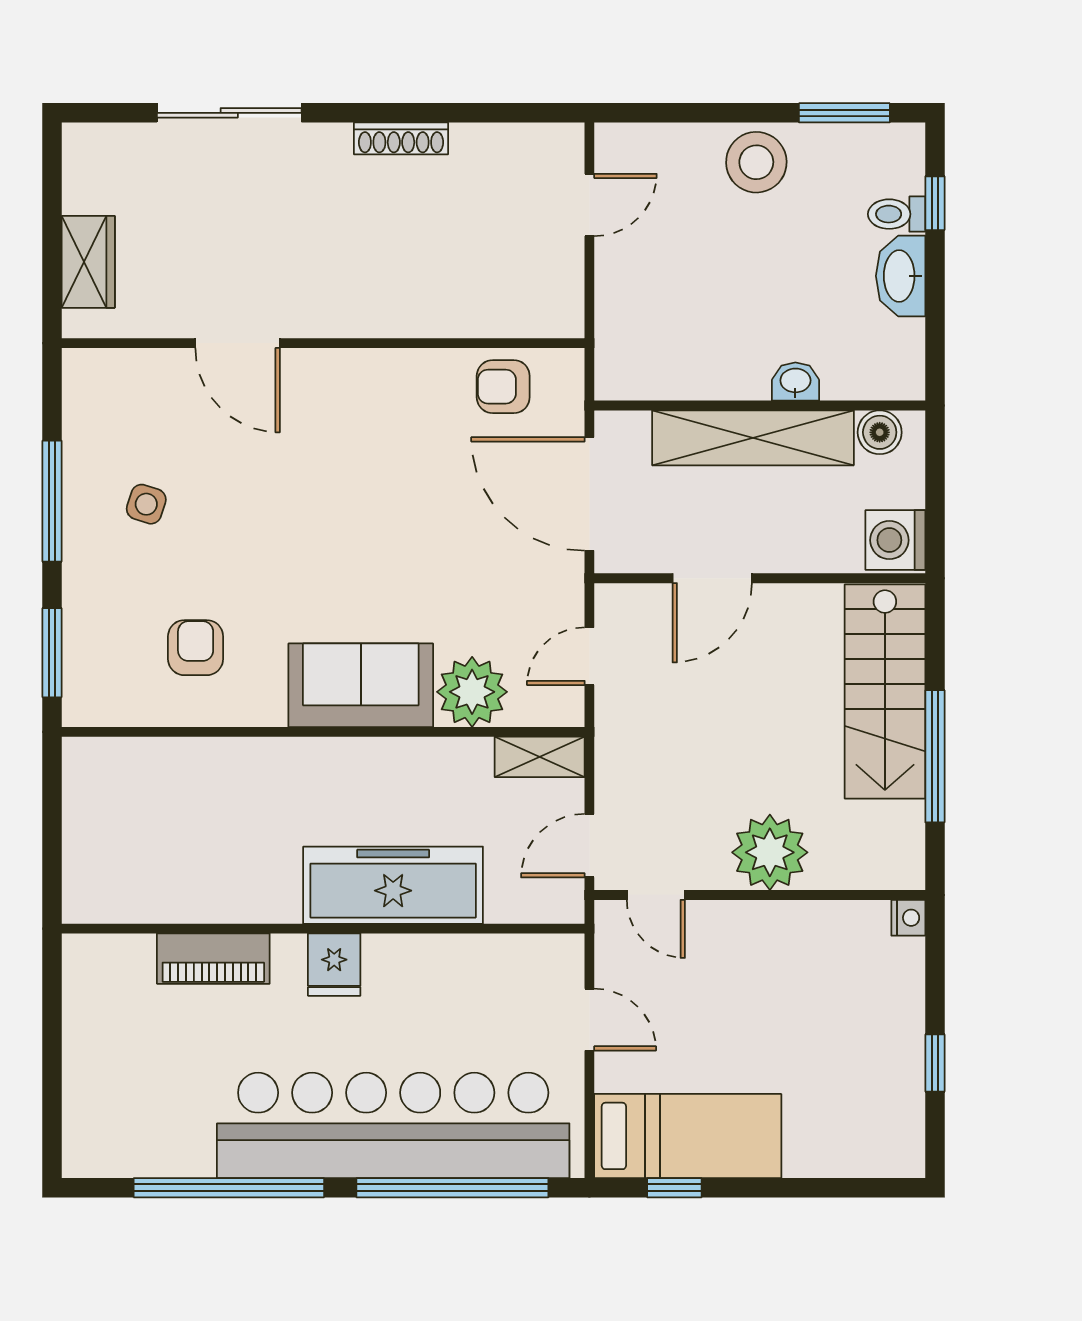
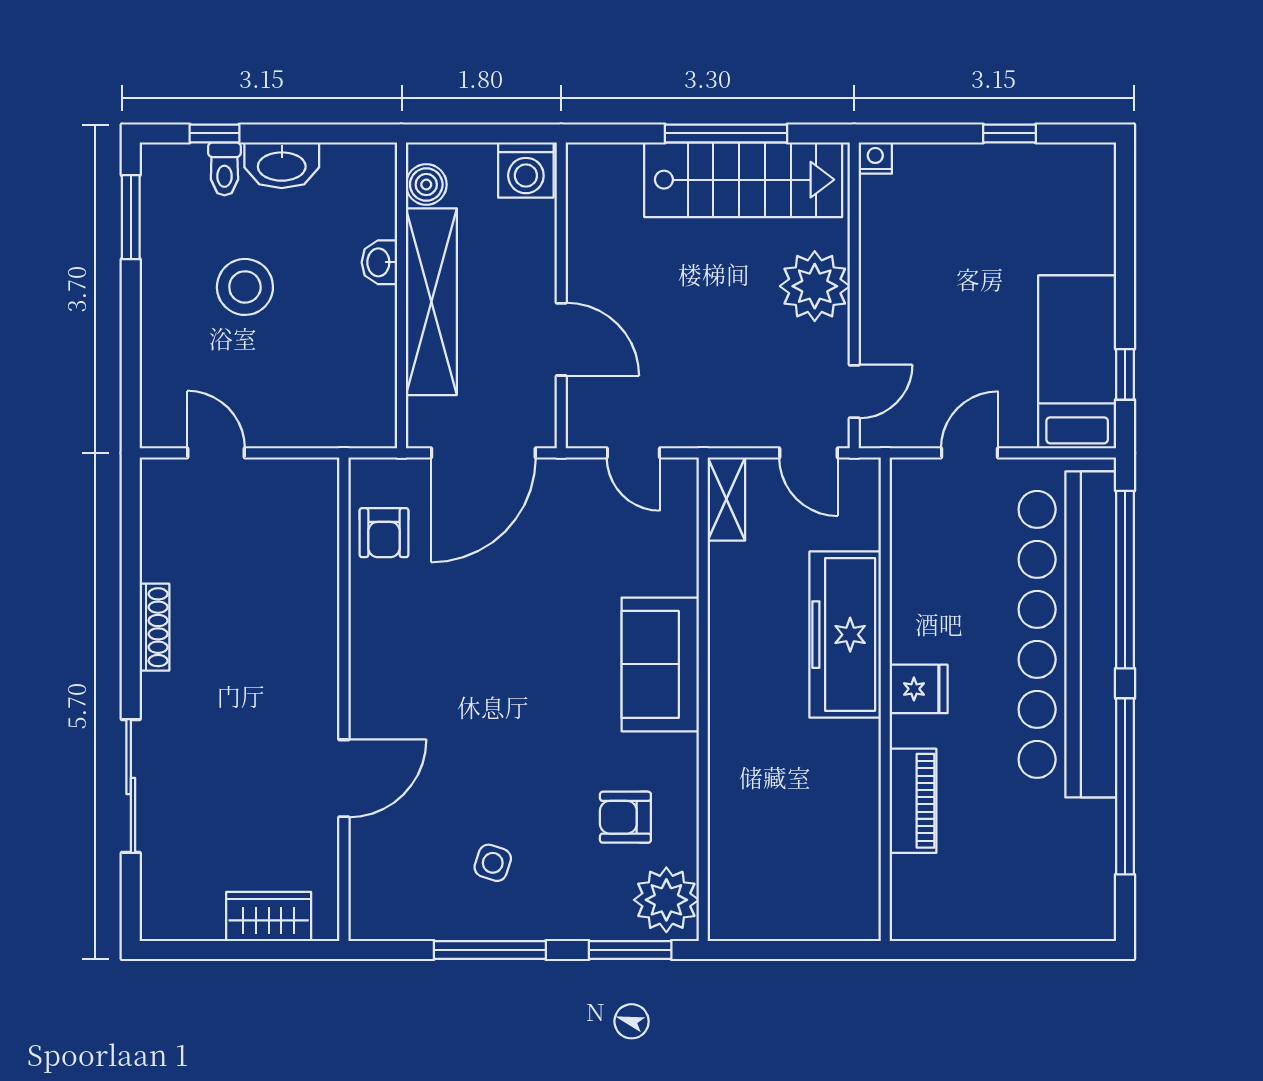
stool: (756, 162) -> (245, 287), moved
stairs: (885, 691) -> (743, 180), moved
plant: (472, 692) -> (666, 900), moved

